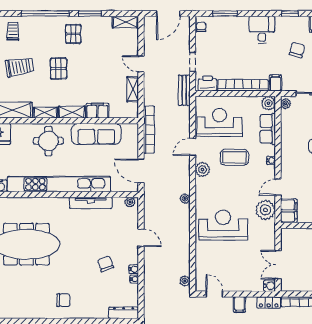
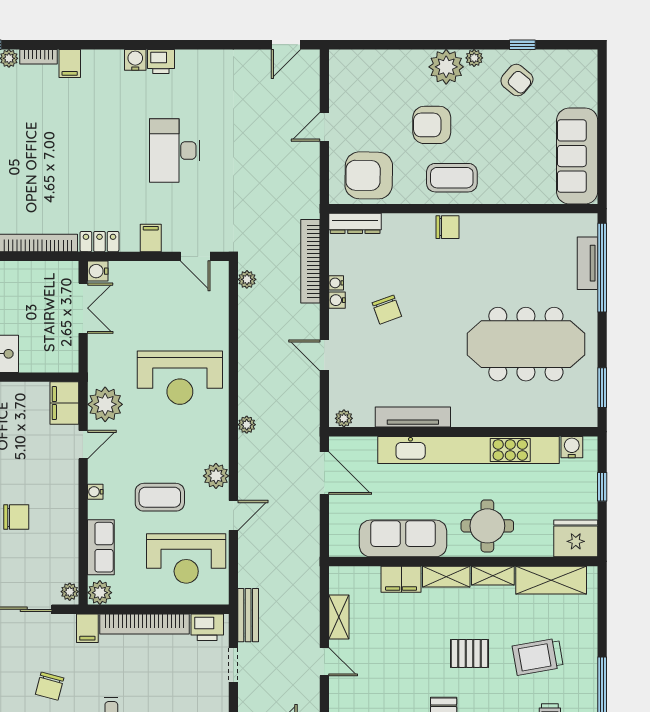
pallet: (59, 69) -> (470, 653), turned 90
bookcase: (149, 130) -> (310, 261), moved
chair: (63, 300) -> (447, 227), moved, turned 180

